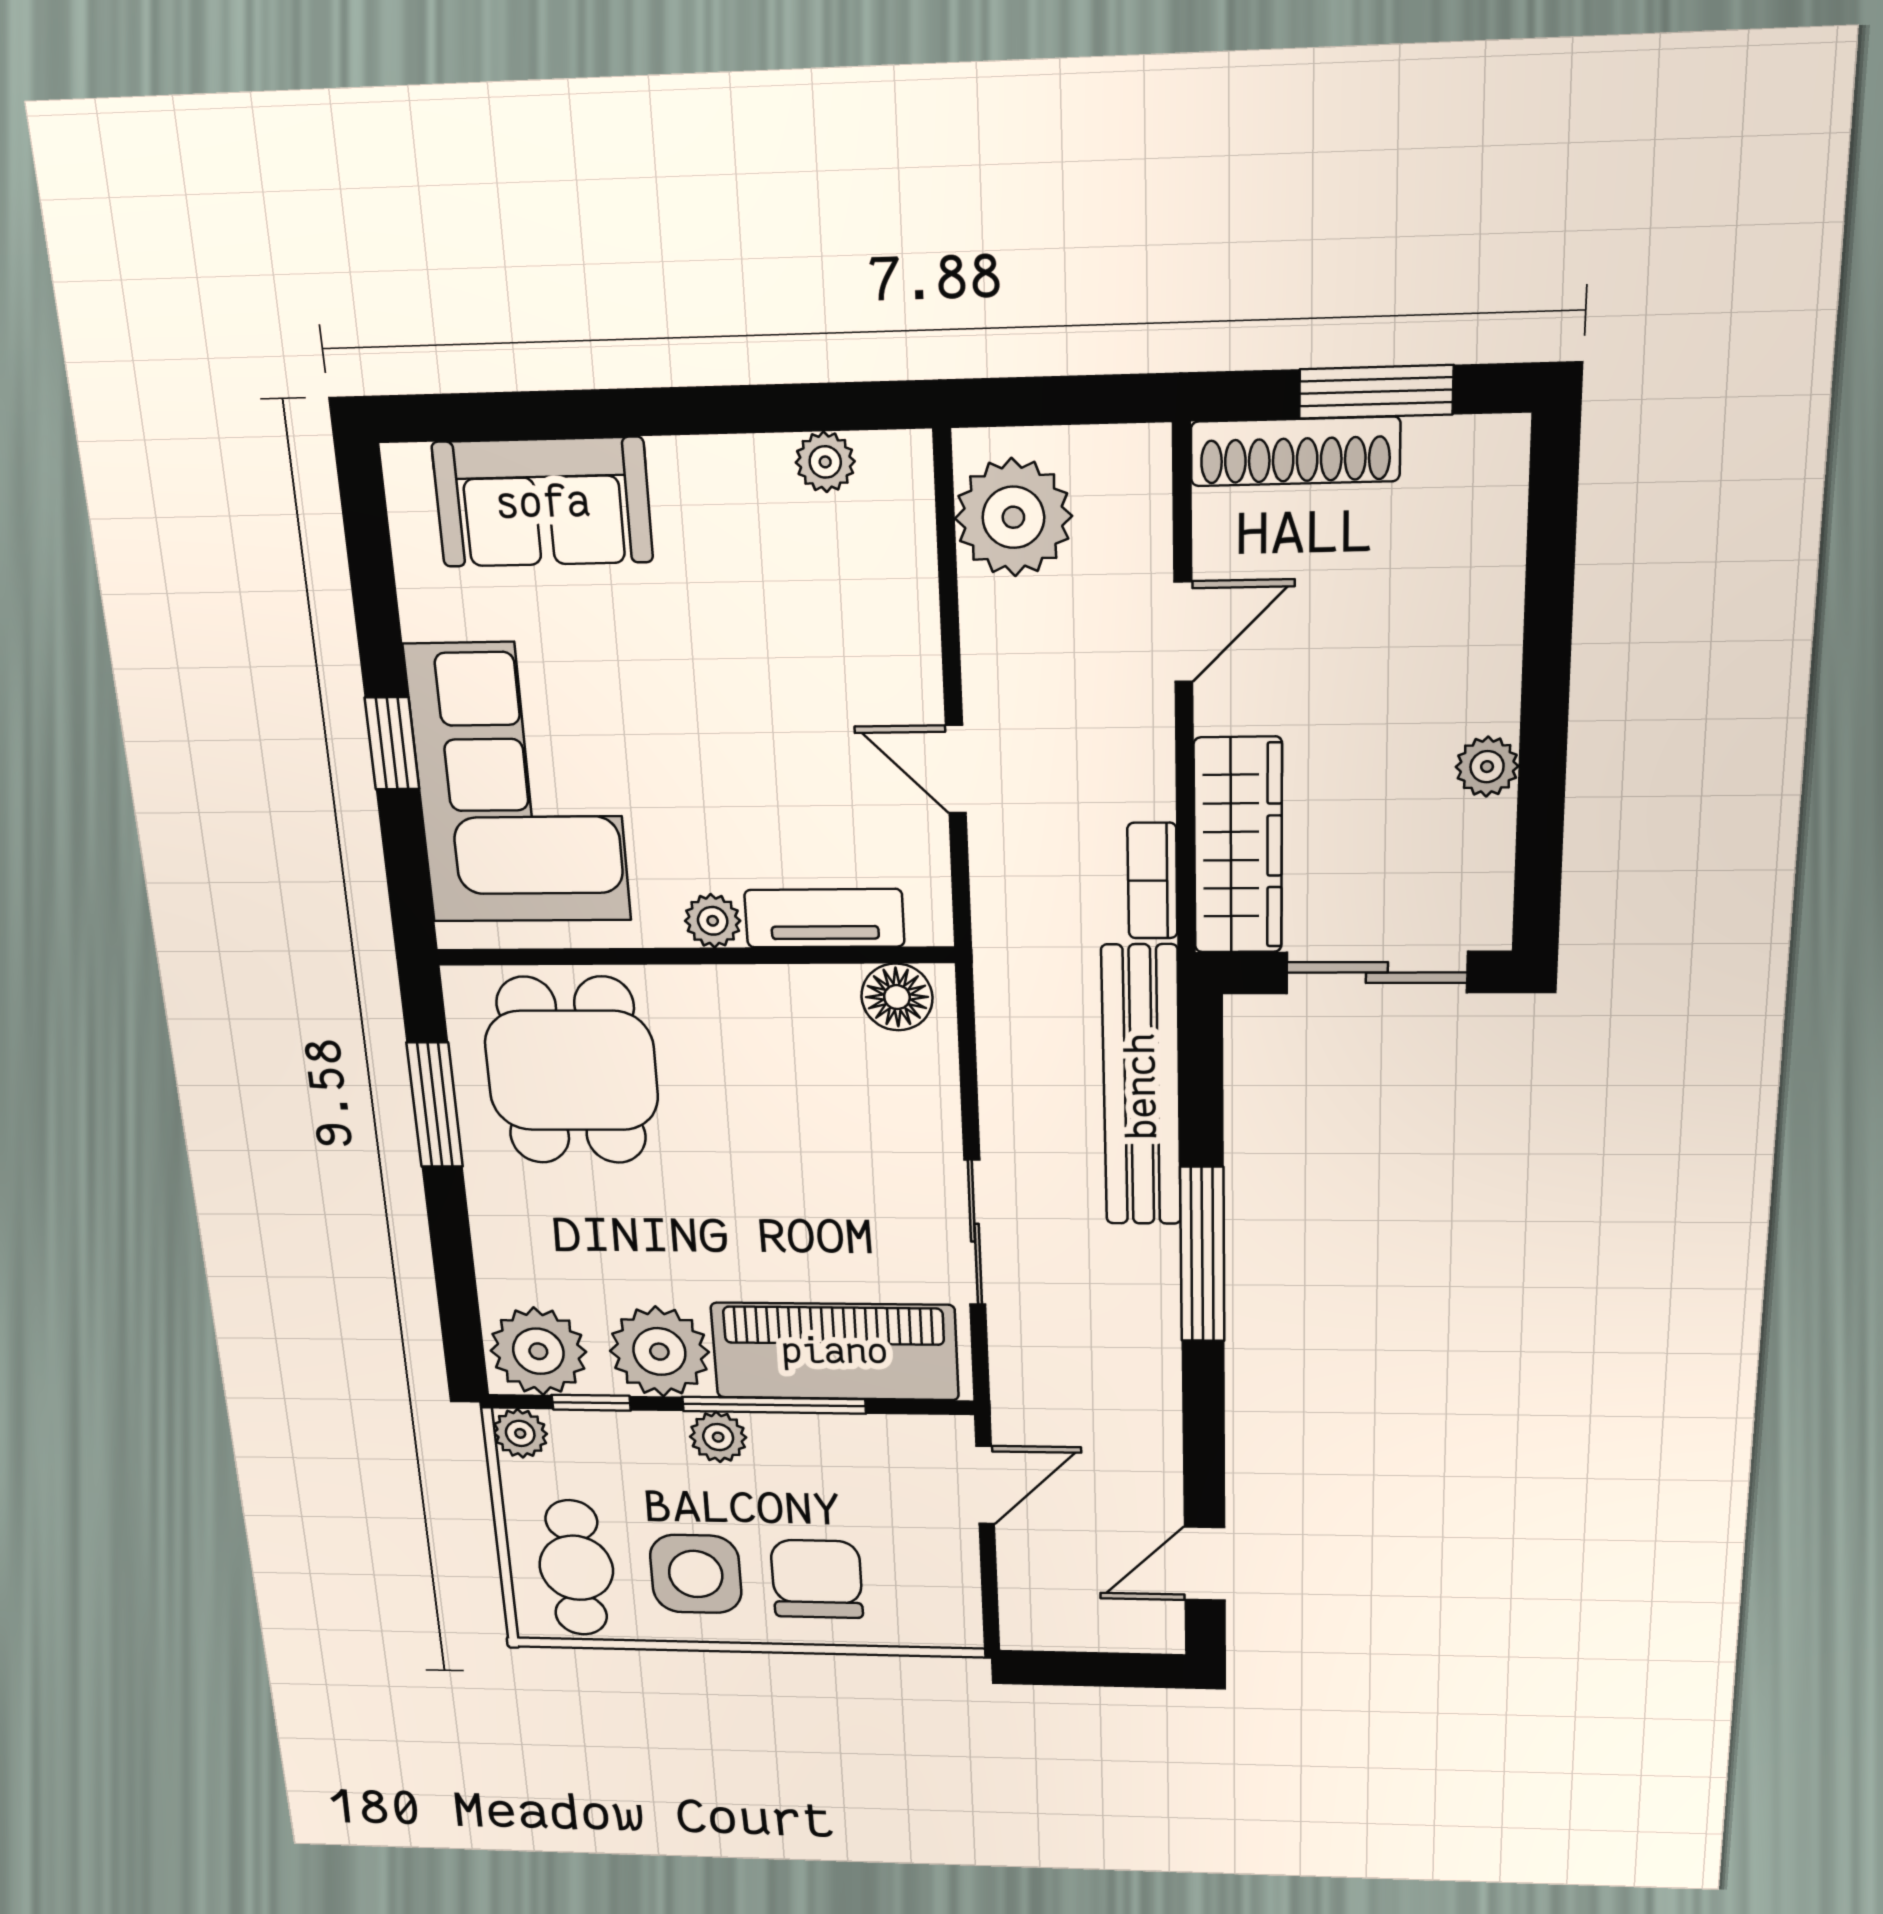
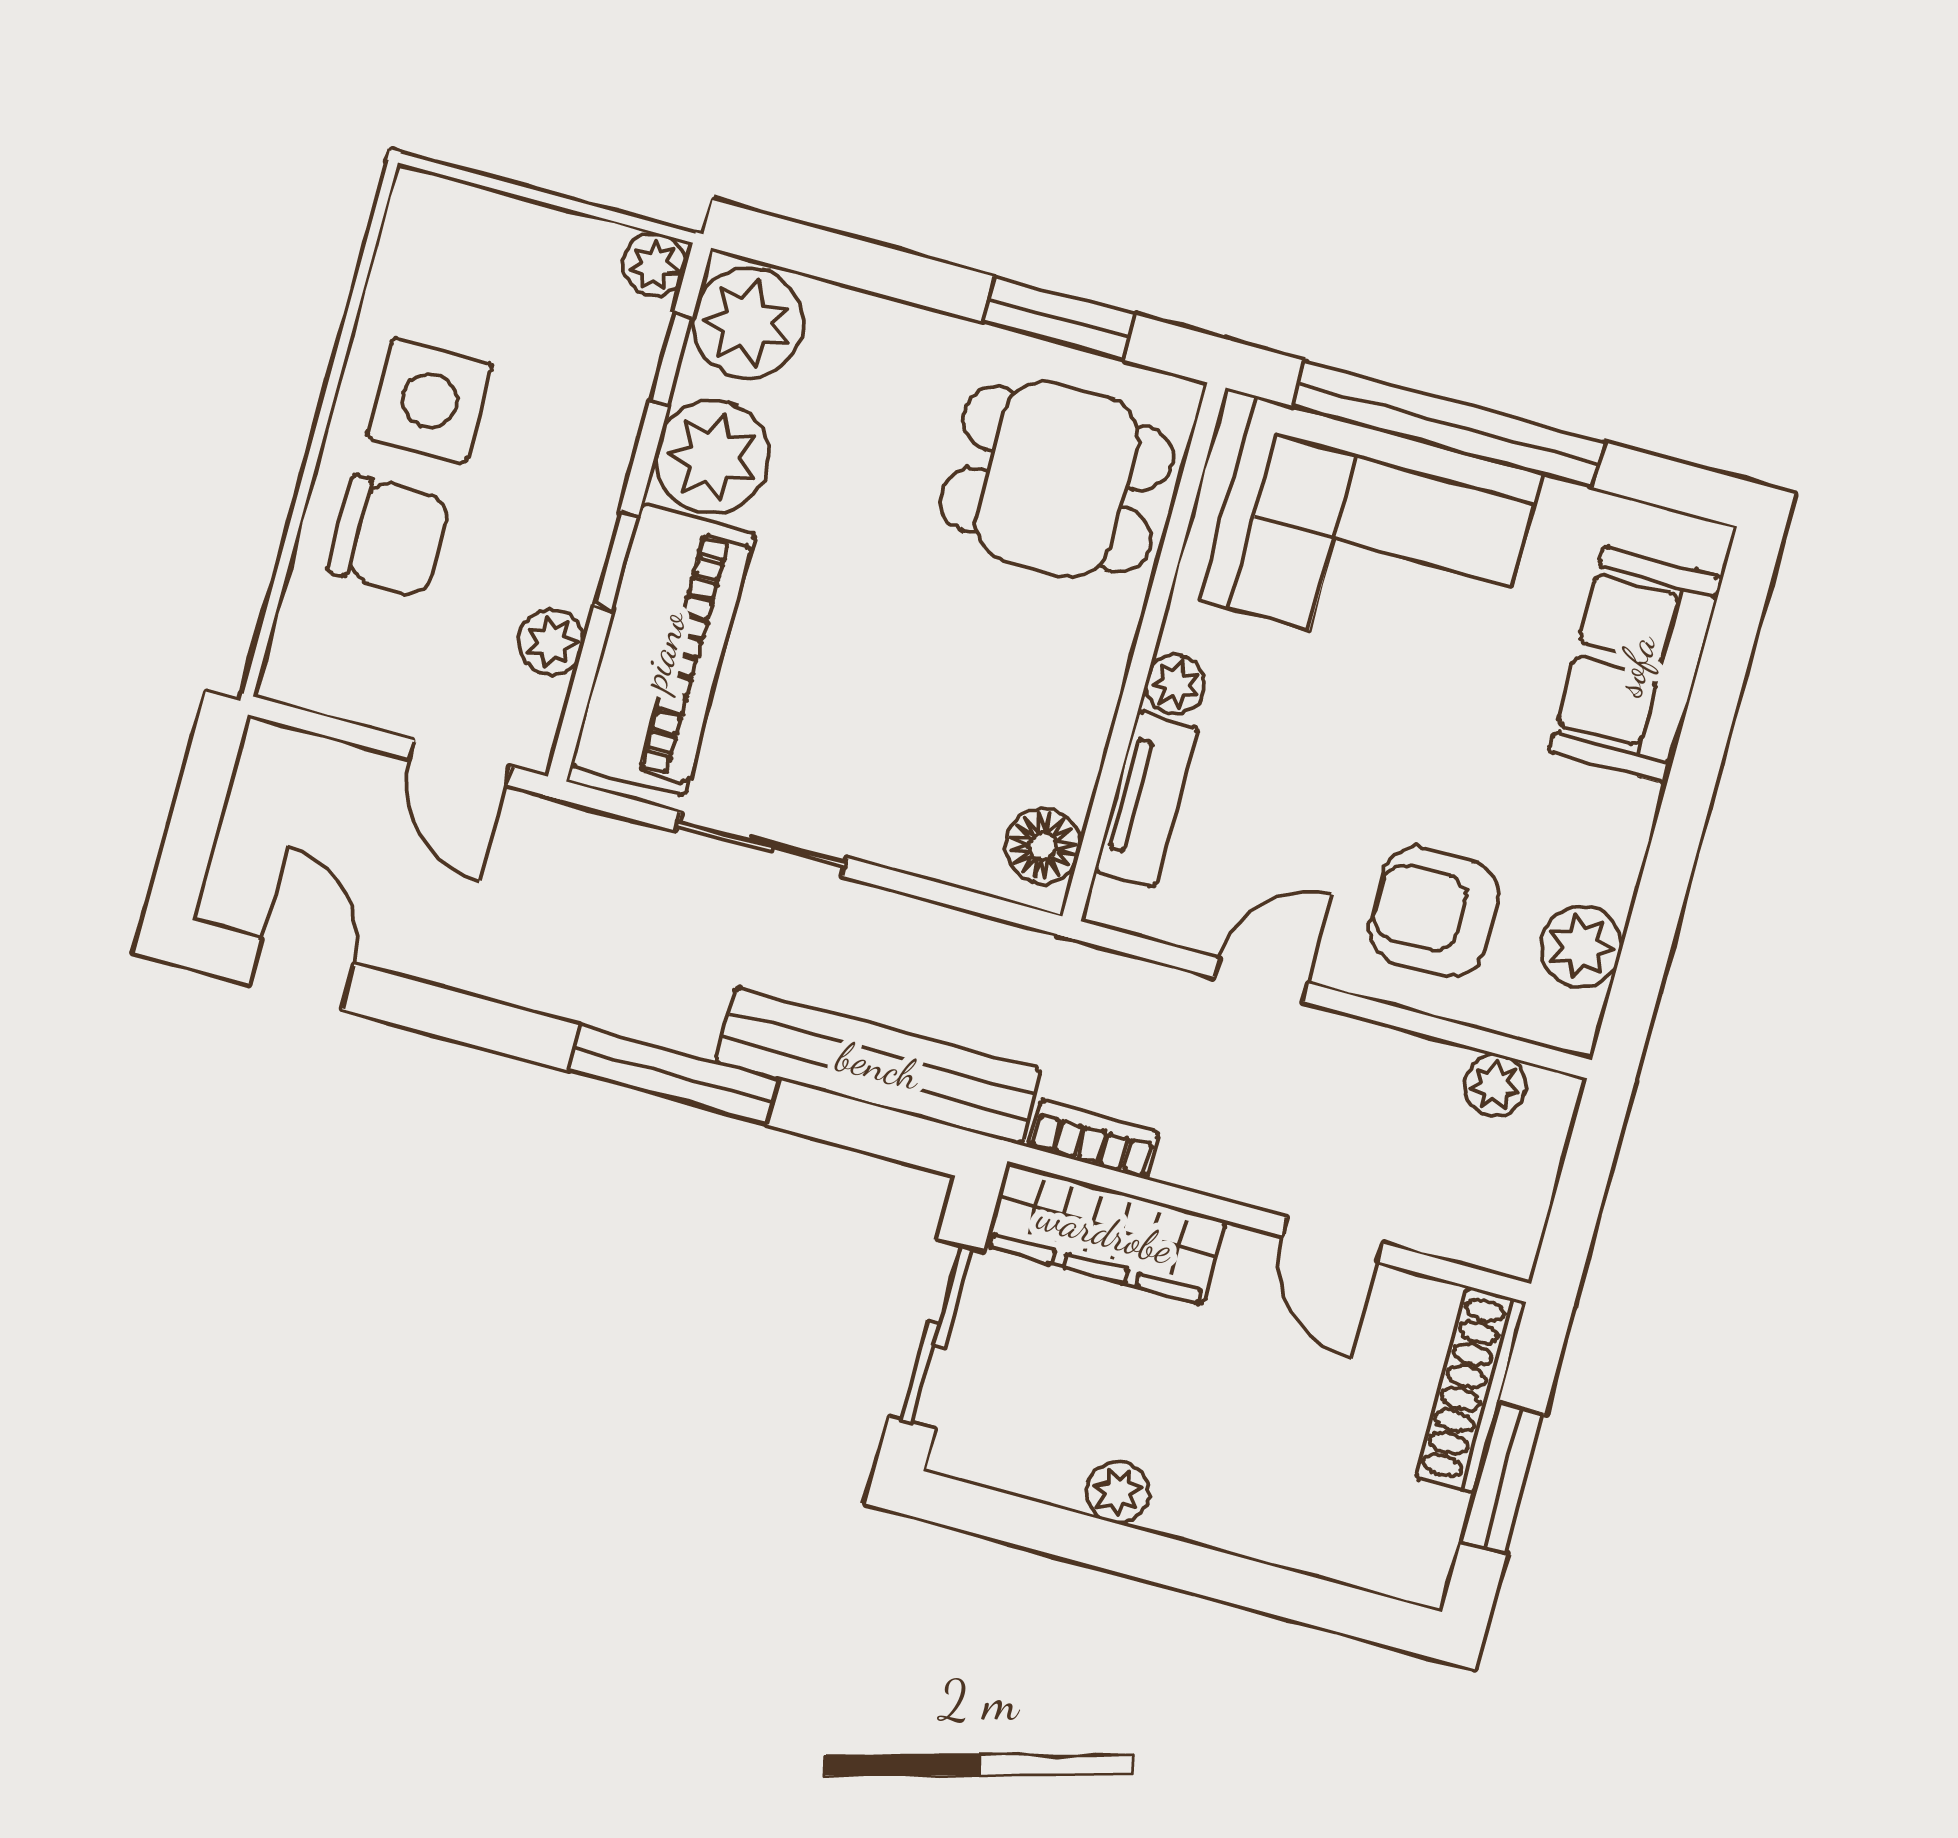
plant: (825, 462) -> (1581, 947), width x1.38, depth x1.38
plant: (1013, 517) -> (1495, 1085), width x0.53, depth x0.53
armchair: (839, 626) -> (1434, 911), added
window: (392, 743) -> (1448, 424), width x3.17
window: (774, 1405) -> (616, 561), width x0.46
plant: (718, 1437) -> (551, 642), moved
cafe table: (576, 1568) -> (472, 266), removed

